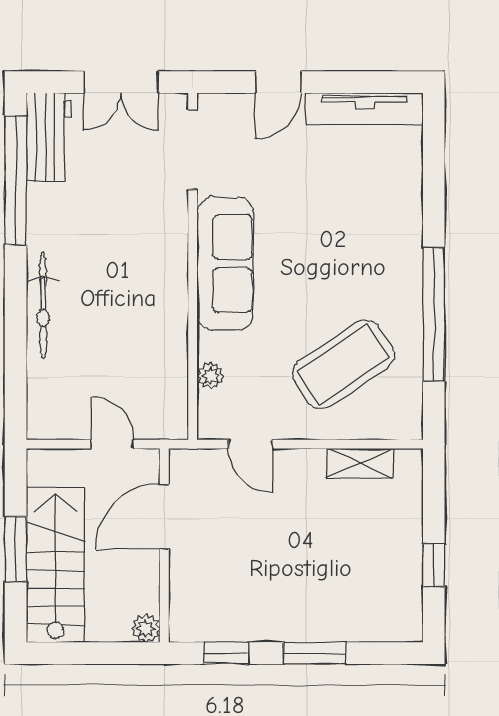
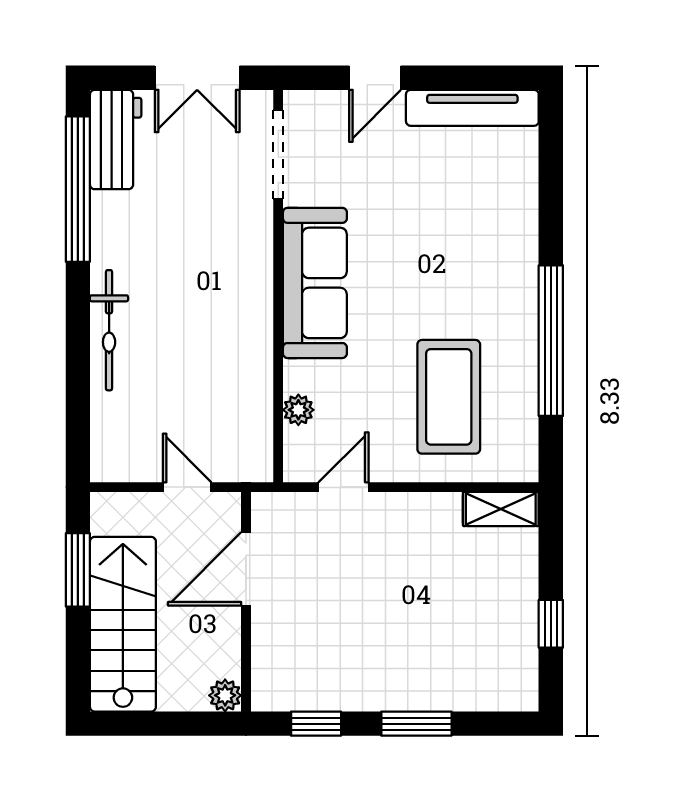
coffee table: (343, 364) -> (449, 397), turned -56
door: (250, 444) -> (344, 487), swing flipped
shelving: (360, 463) -> (501, 509), moved
window: (16, 549) -> (78, 570), moved

